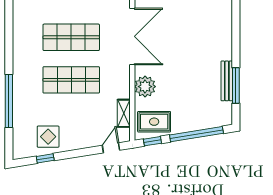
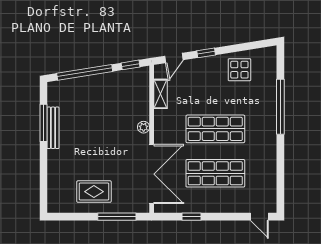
double door: (132, 36) -> (152, 174), swing flipped
plant: (145, 87) -> (144, 127), width x0.53, depth x0.53
rug: (154, 122) -> (94, 192), moved
window: (45, 158) -> (206, 53), moved

